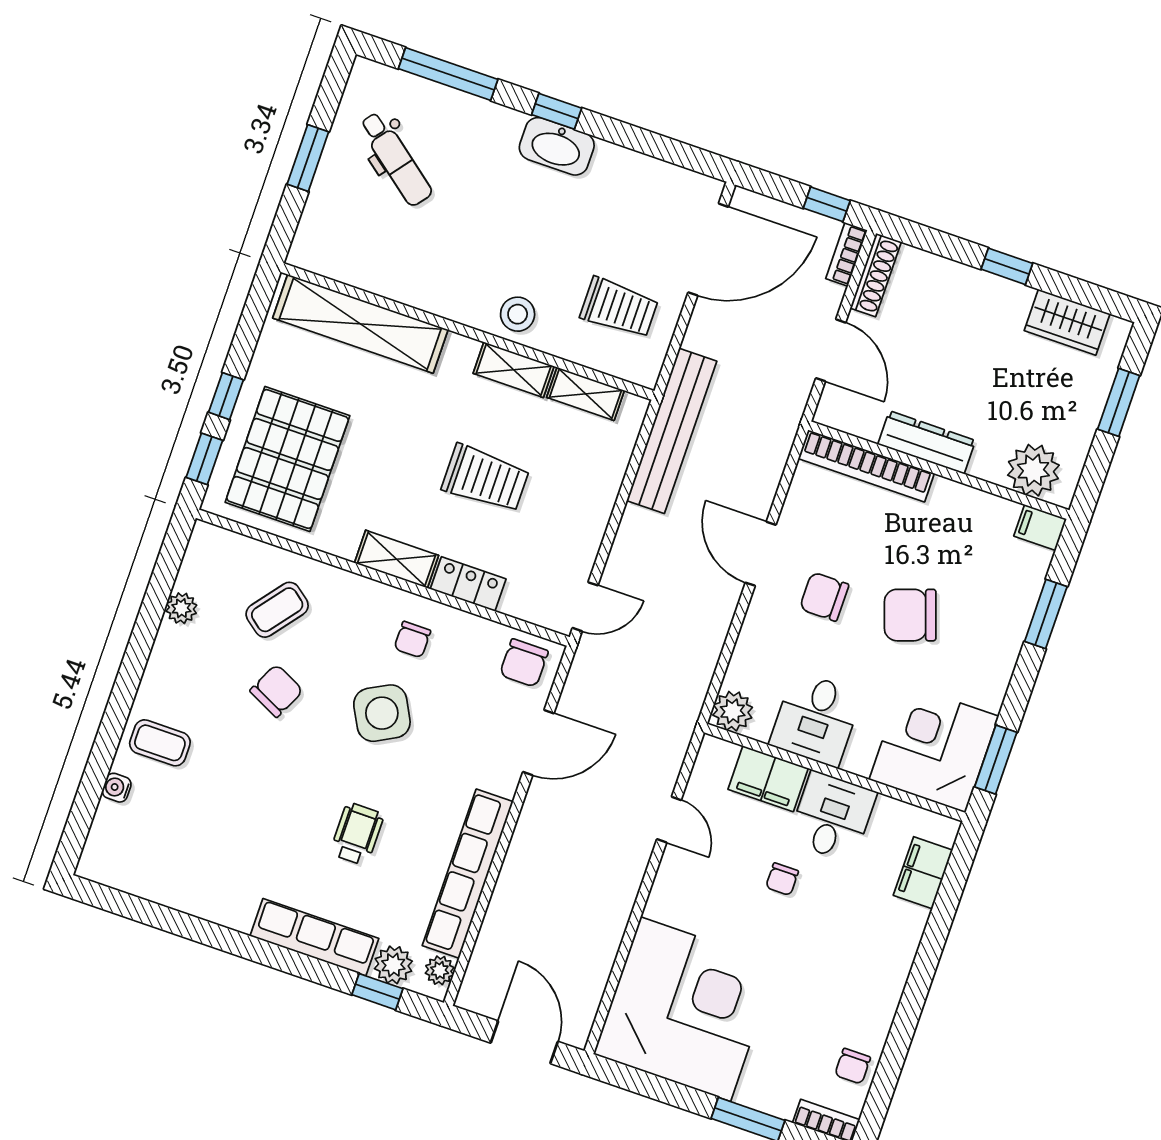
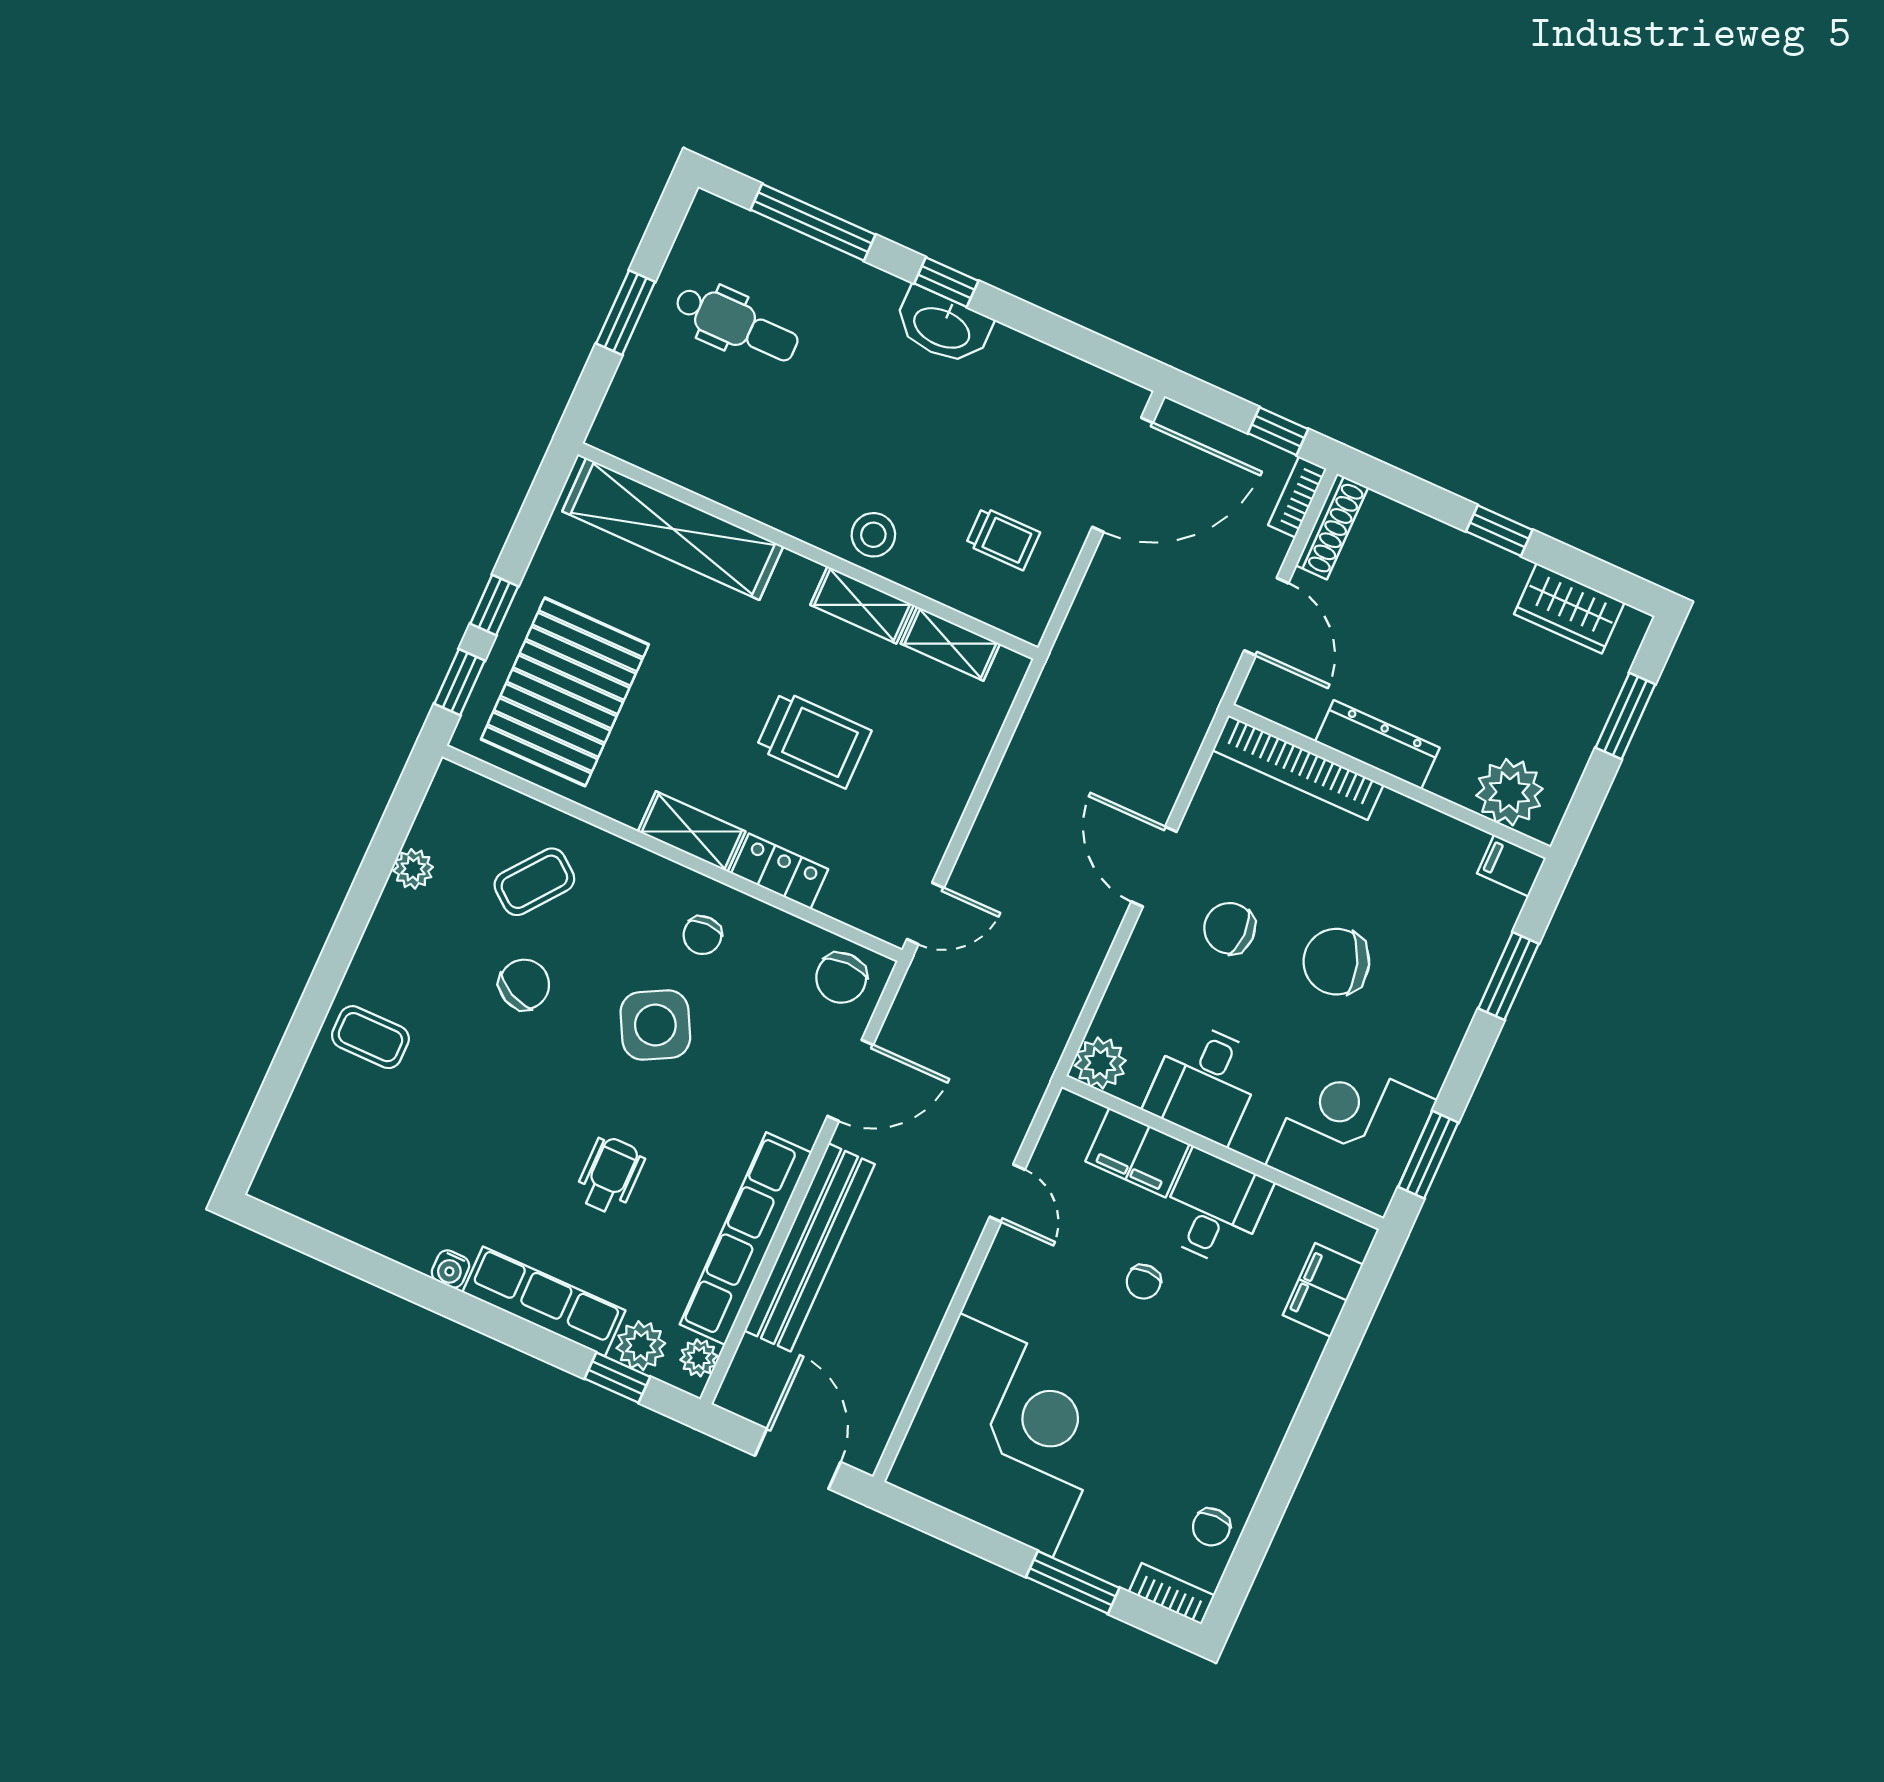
dental chair: (396, 159) -> (737, 324), turned -38
trolley: (619, 308) -> (1003, 538), width x0.73, depth x0.72
bench: (672, 431) -> (810, 1247), moved
water cooler: (117, 788) -> (450, 1269), moved, turned -90

